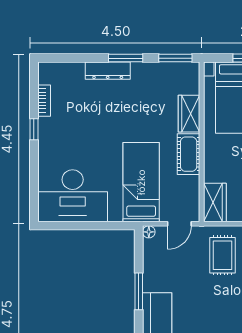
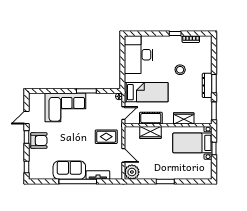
dresser: (108, 71) -> (207, 85), moved
stool: (100, 120) -> (180, 70), added
cot: (189, 154) -> (151, 118), moved
wardrobe: (215, 202) -> (150, 132), moved
door: (179, 224) -> (123, 113), swing flipped

